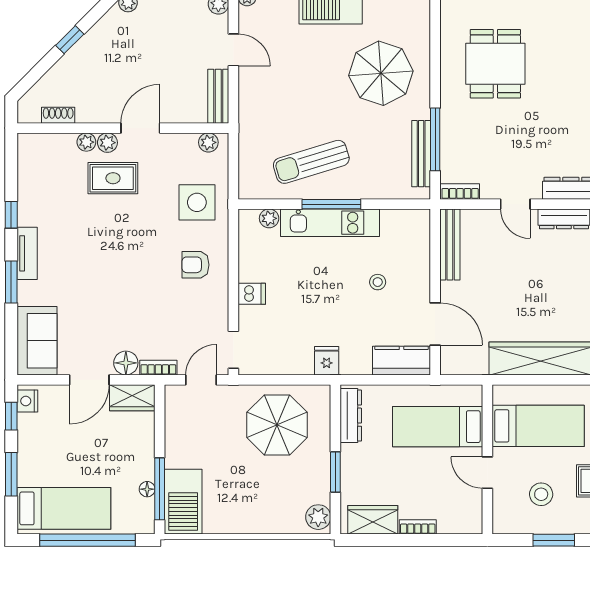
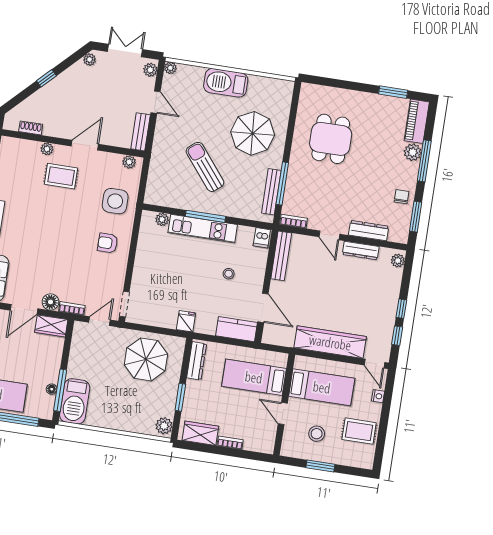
plant: (107, 143) -> (61, 152), removed
sun lounger: (311, 162) -> (205, 167), moved, turned 68
dishwasher: (252, 294) -> (262, 238), moved, turned 90

